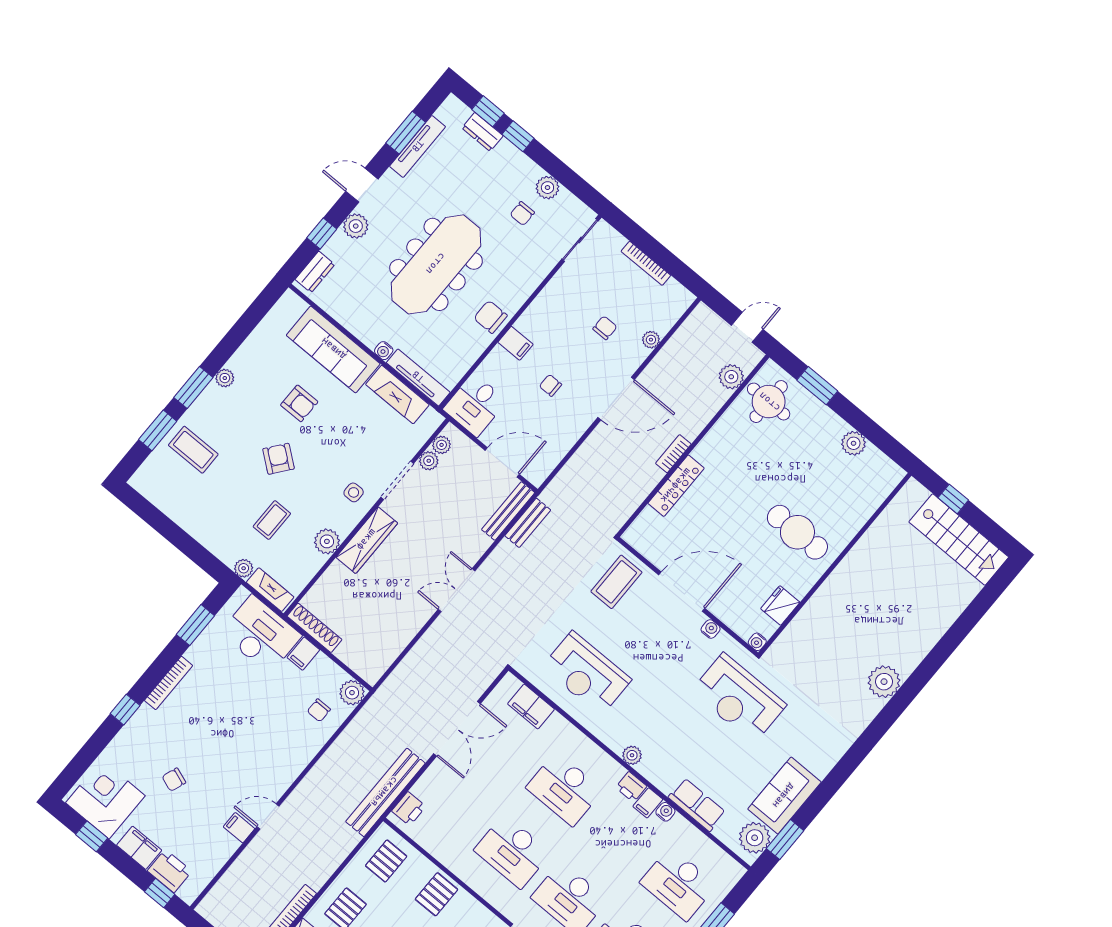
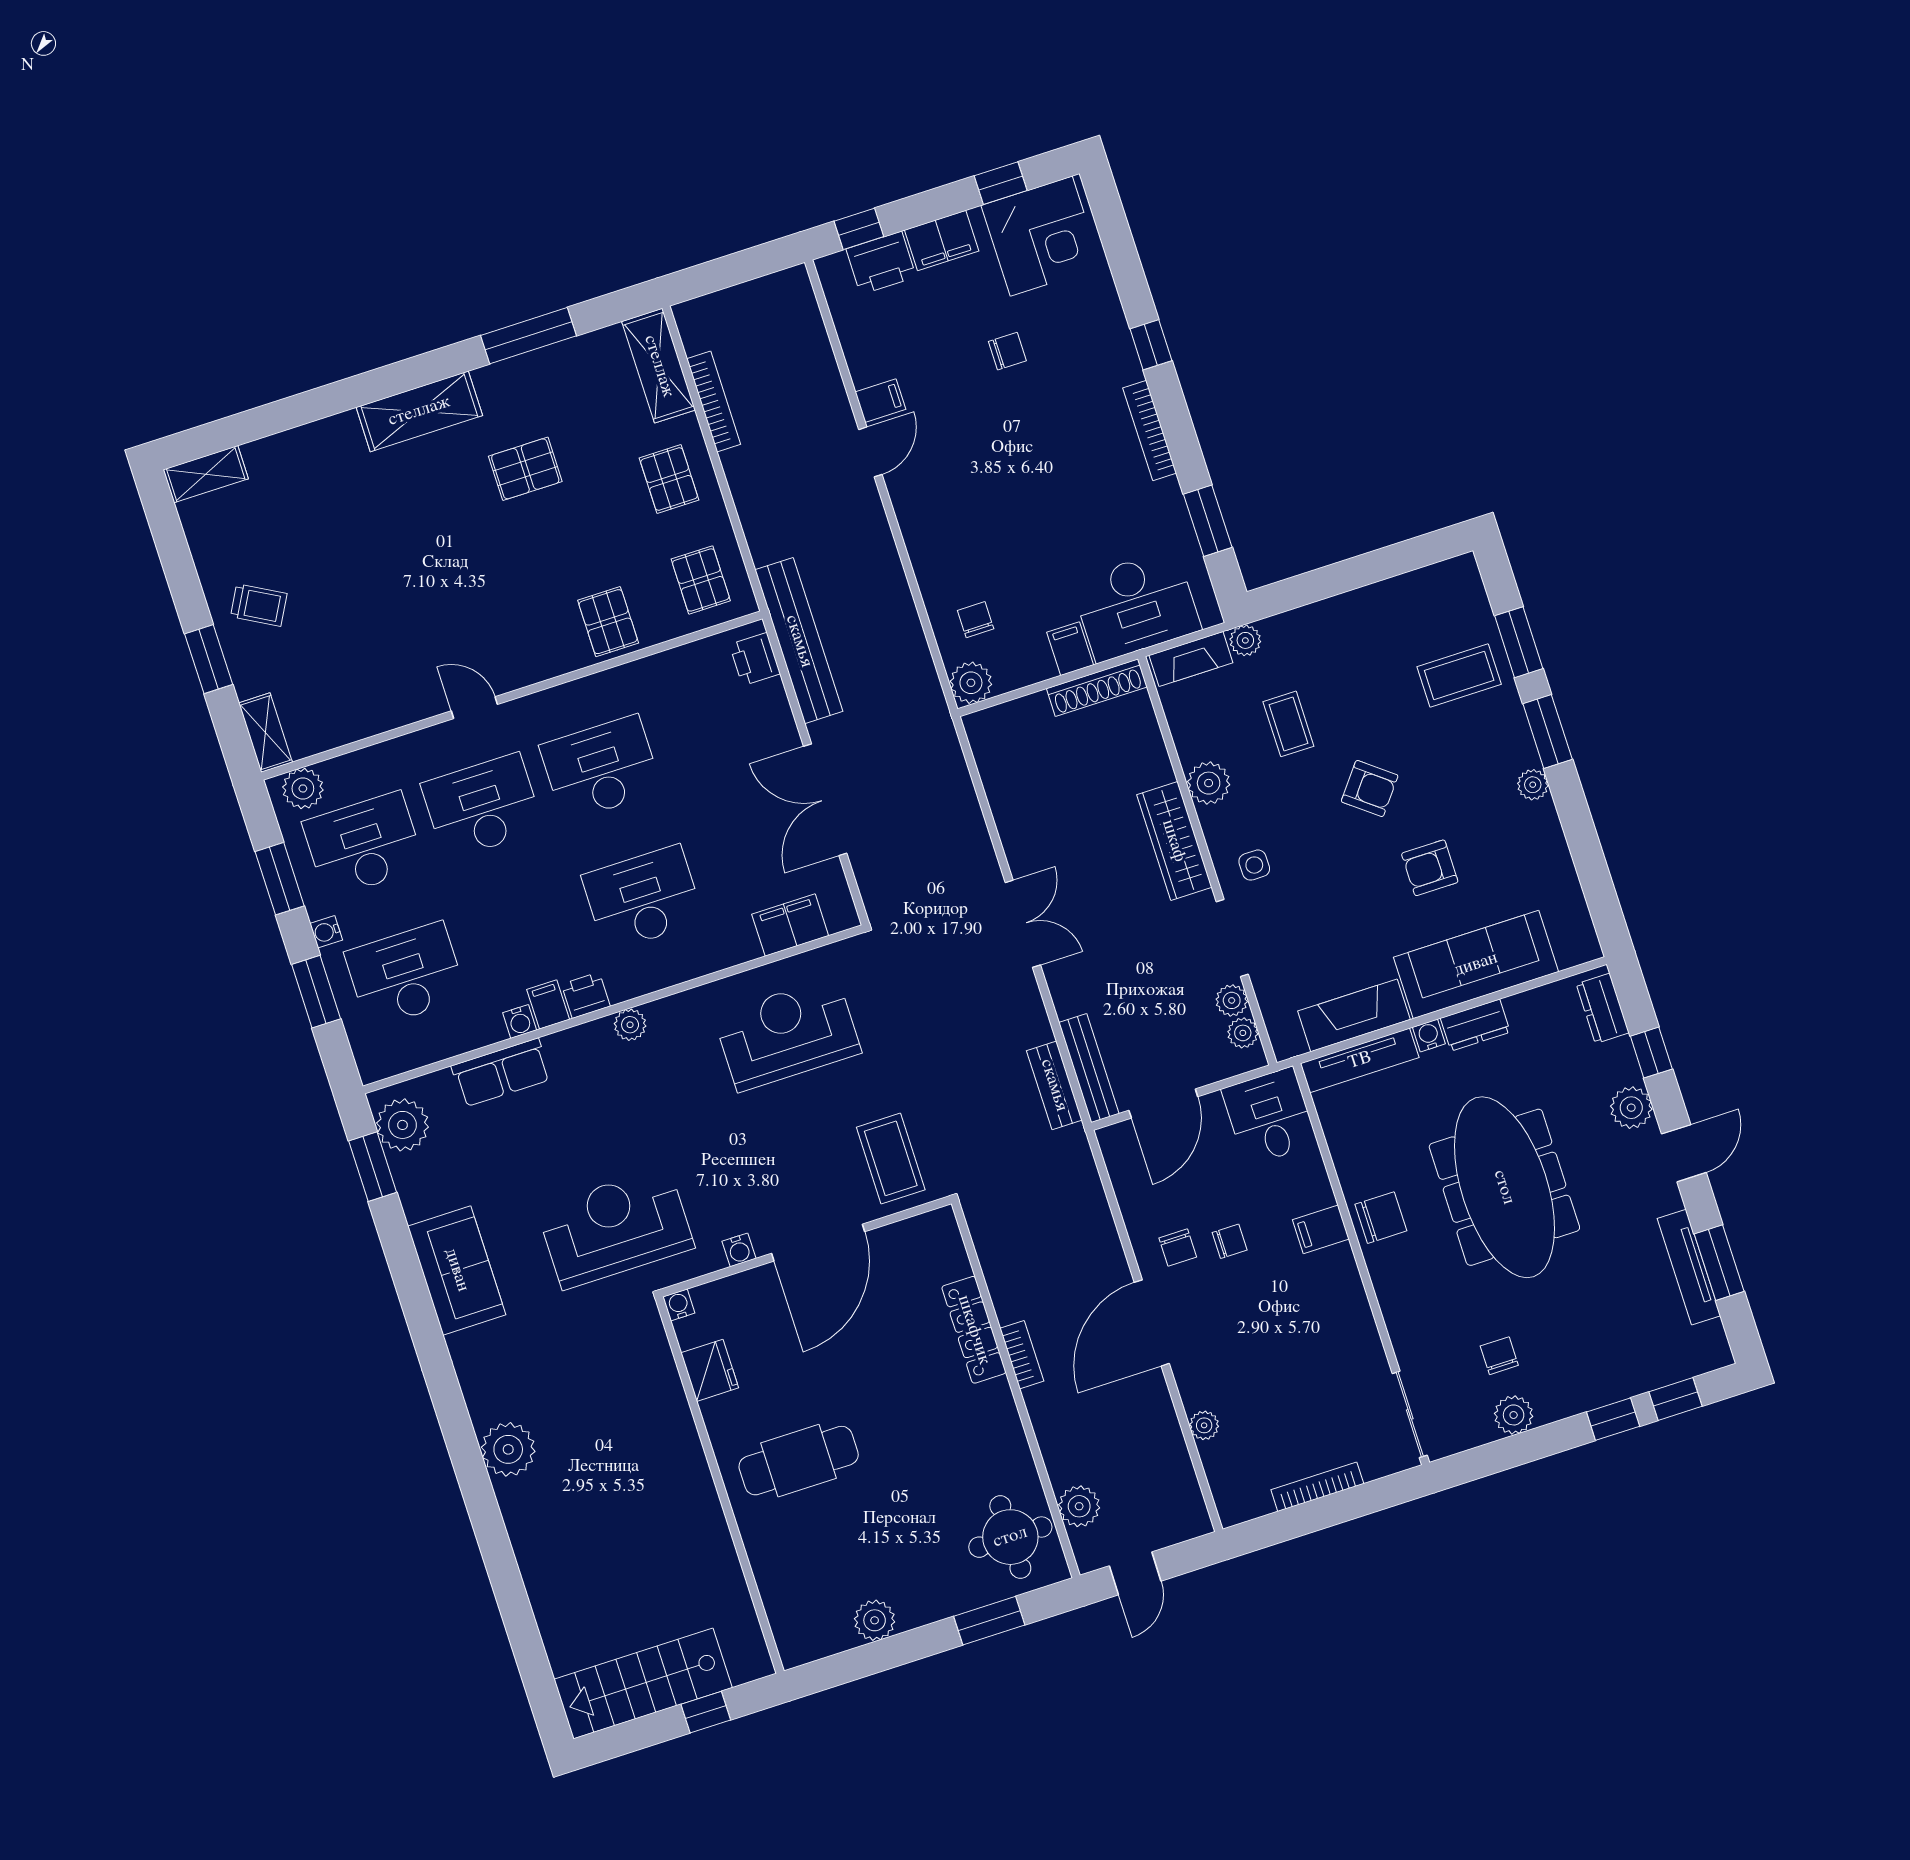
dresser: (482, 132) -> (1475, 1025), moved, turned 180
chair: (605, 328) -> (1178, 1248), moved
chair: (174, 780) -> (1007, 351), turned 70
sofa: (784, 796) -> (457, 1270), moved

